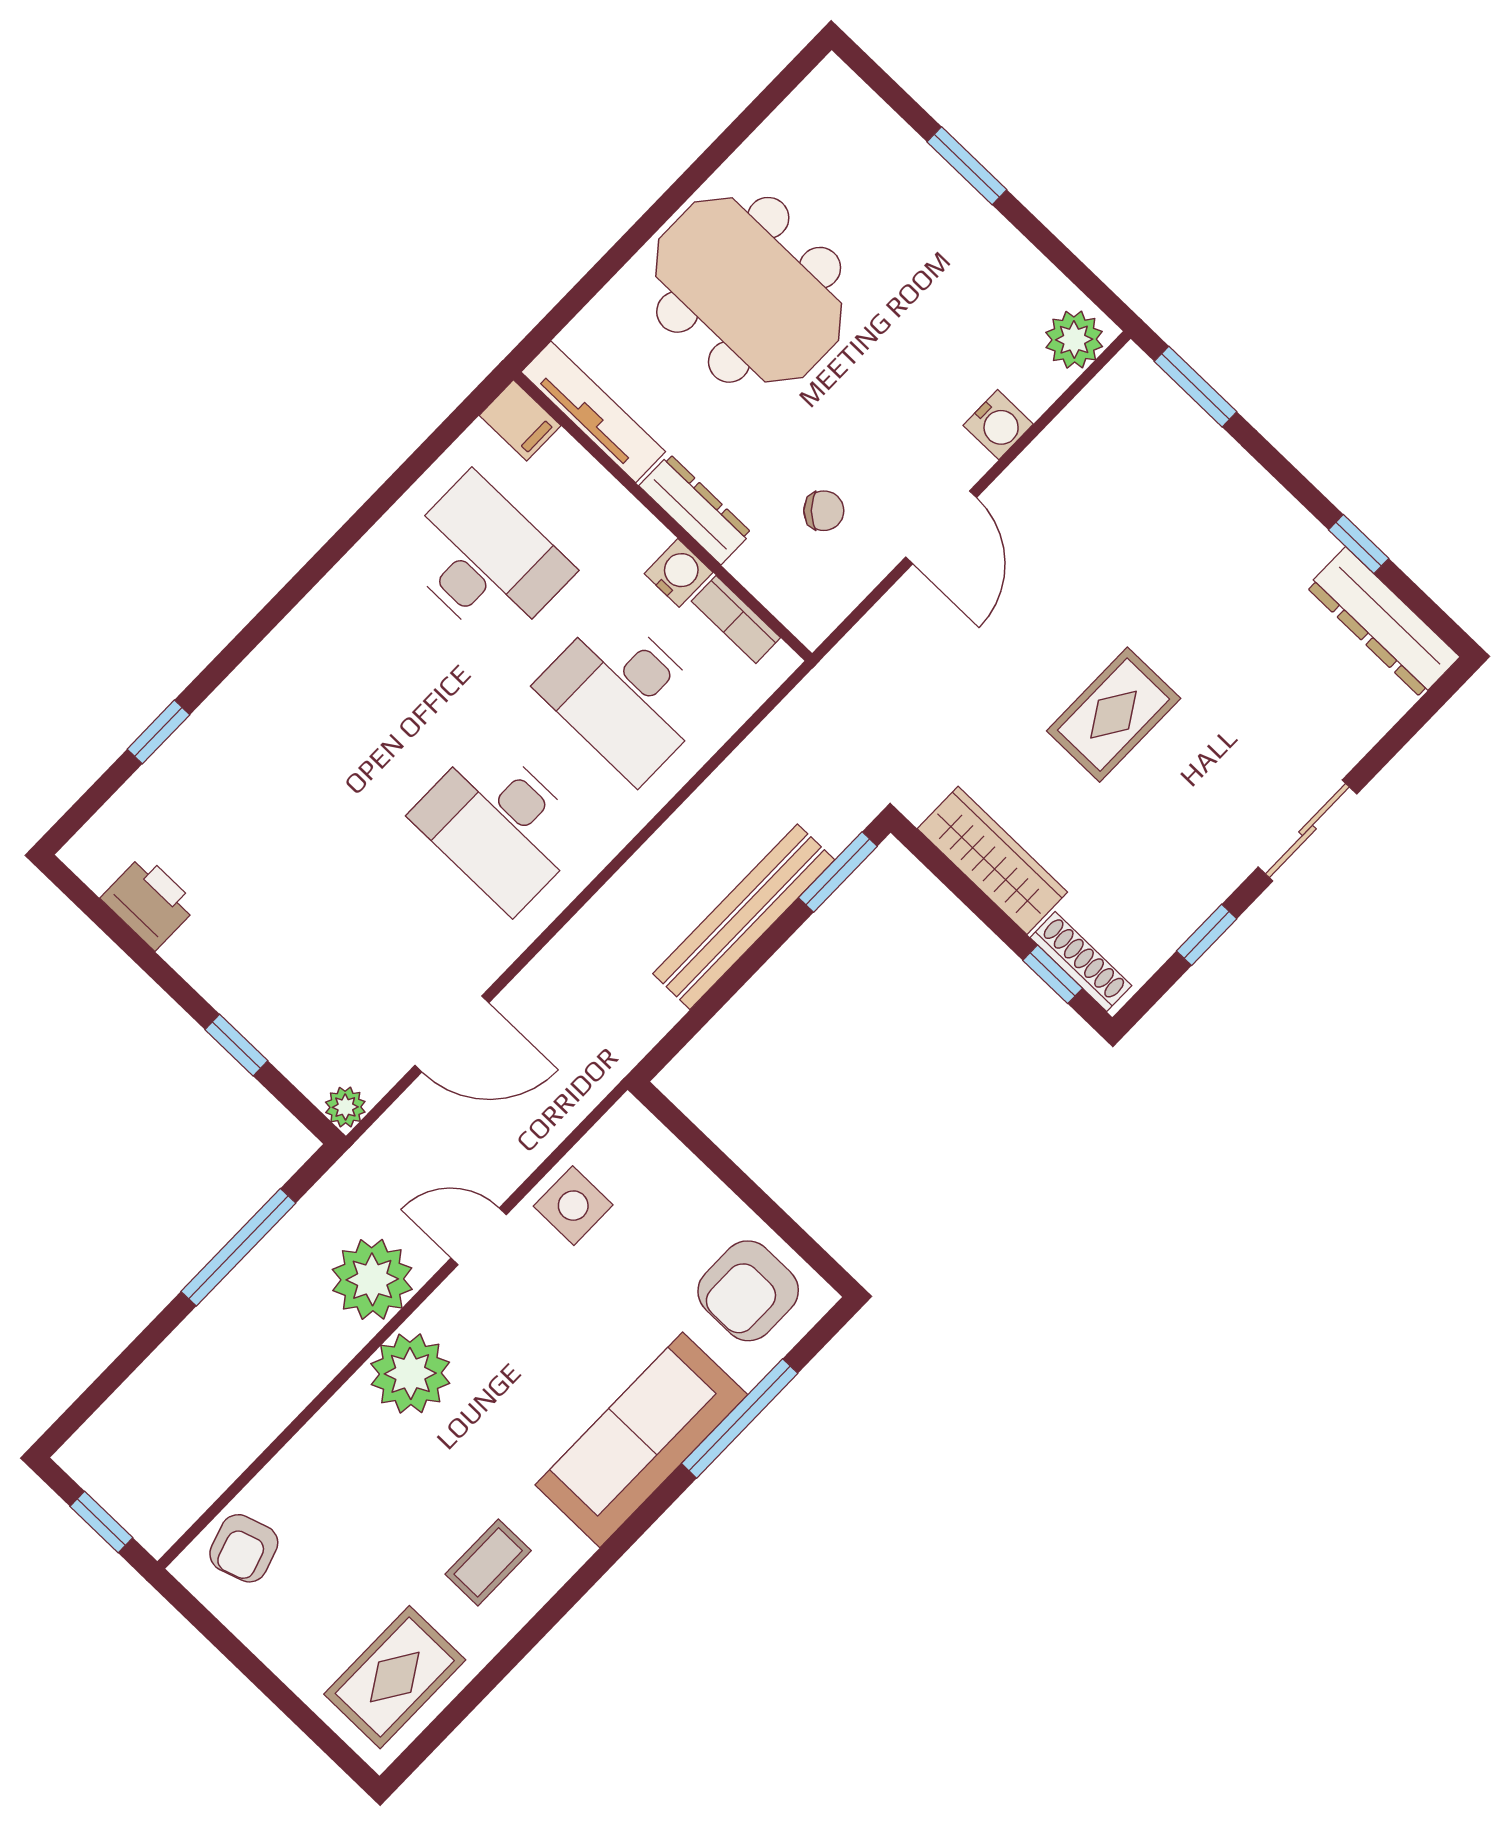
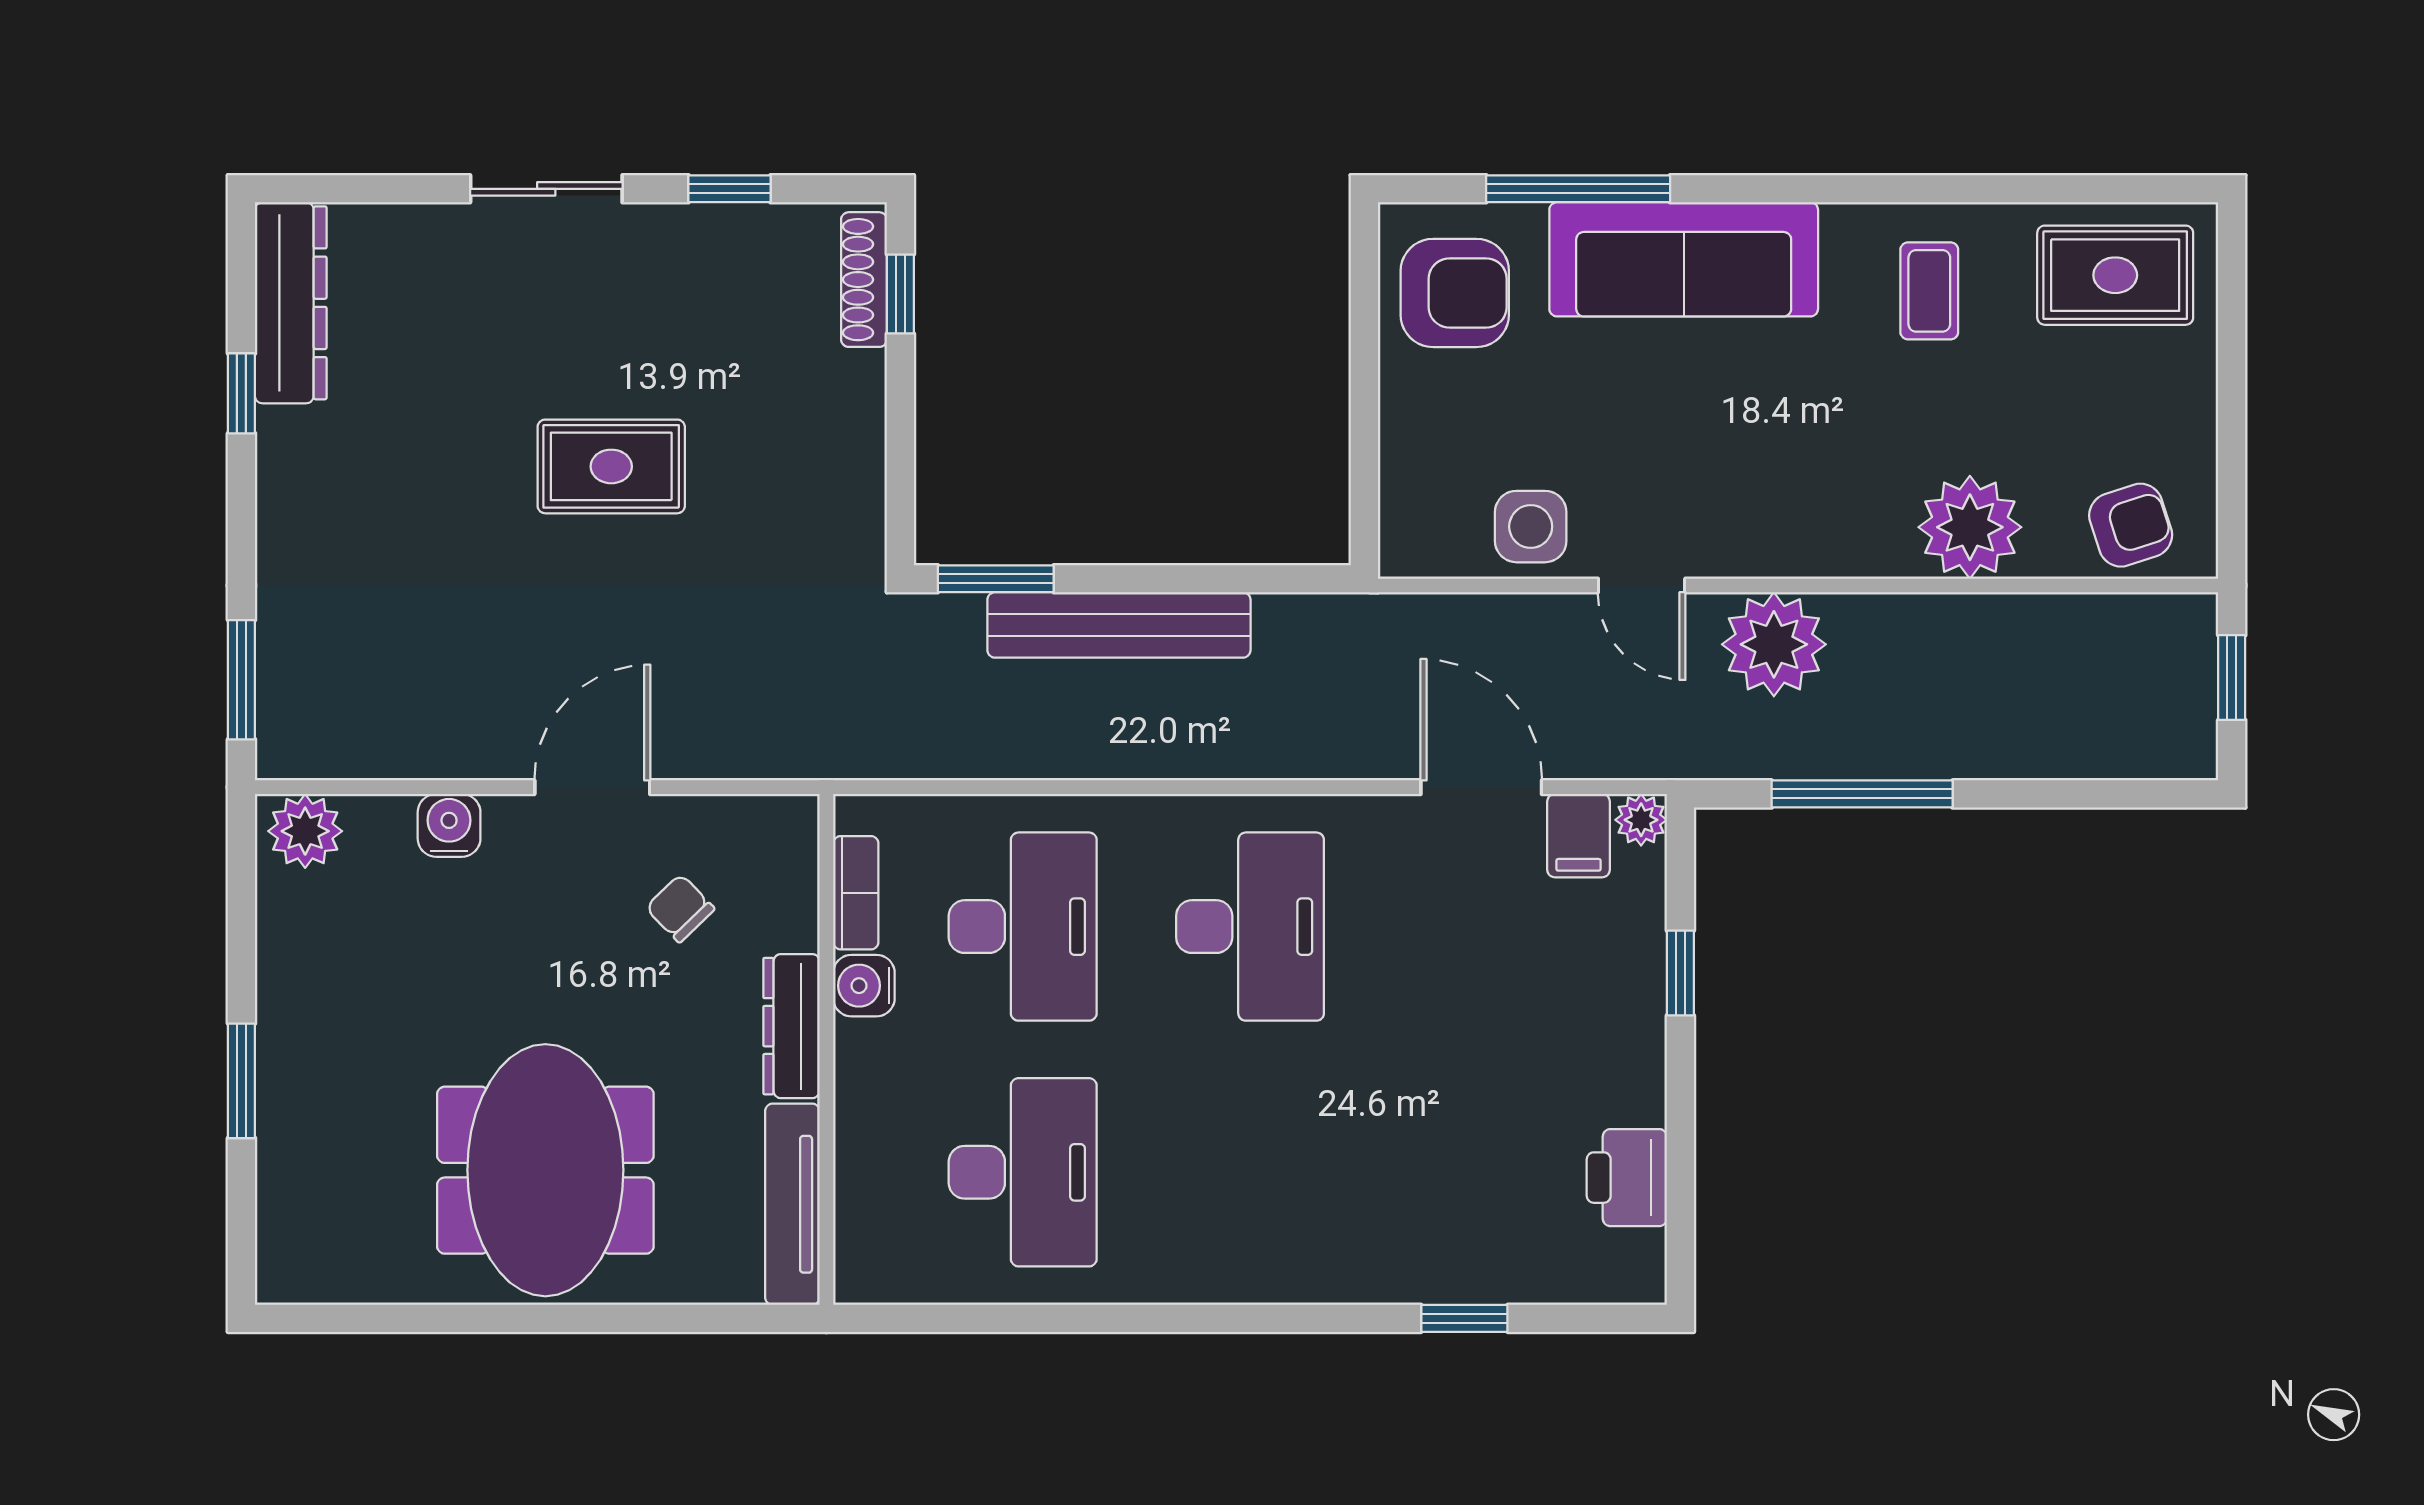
filing cabinet: (520, 420) -> (1578, 836), moved, turned 180
desk: (485, 561) -> (1023, 1172), turned 180
wardrobe: (992, 860) -> (850, 449), removed
plant: (410, 1373) -> (1970, 527), moved
coffee table: (488, 1562) -> (1929, 291), turned 90

